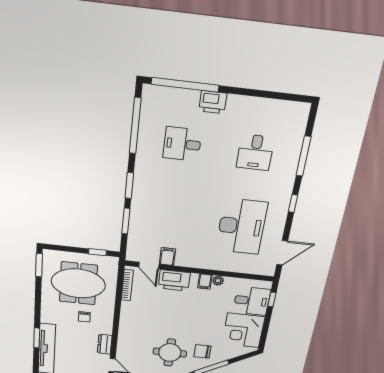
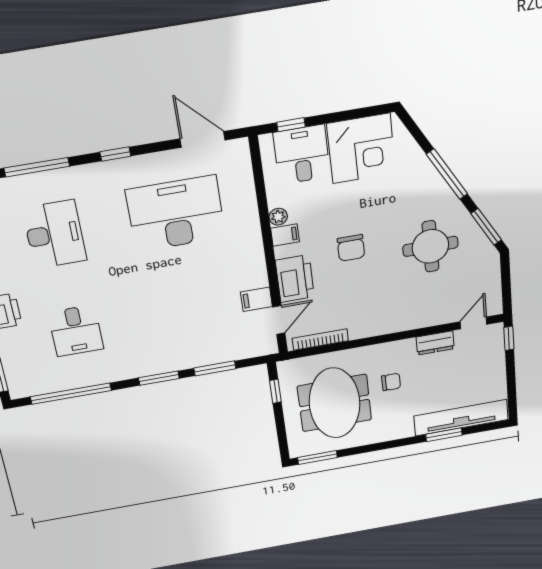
desk: (255, 152) -> (54, 234), width x1.37
chair: (203, 351) -> (351, 248), moved

